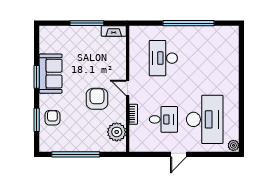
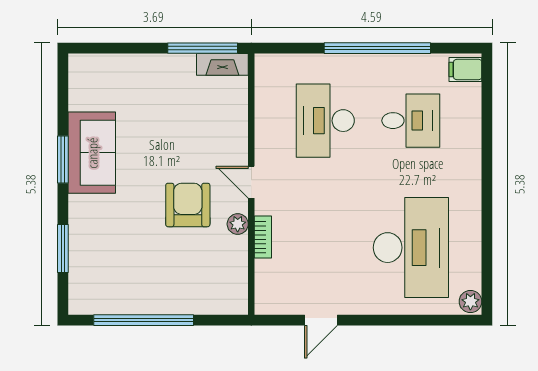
window: (87, 23) -> (203, 48), moved
filing cabinet: (231, 33) -> (465, 69), added
armchair: (52, 118) -> (95, 244), removed
desk: (163, 119) -> (411, 121), moved
plant: (117, 132) -> (238, 224), moved, width x0.53, depth x0.53
door: (179, 154) -> (321, 320), moved

